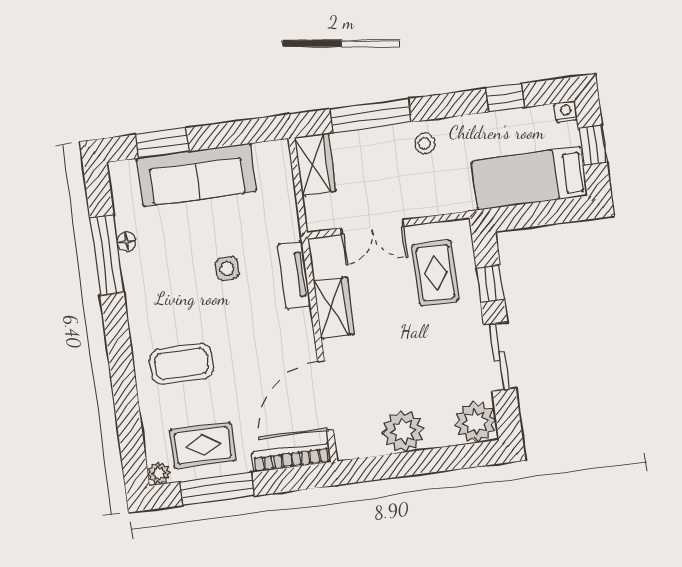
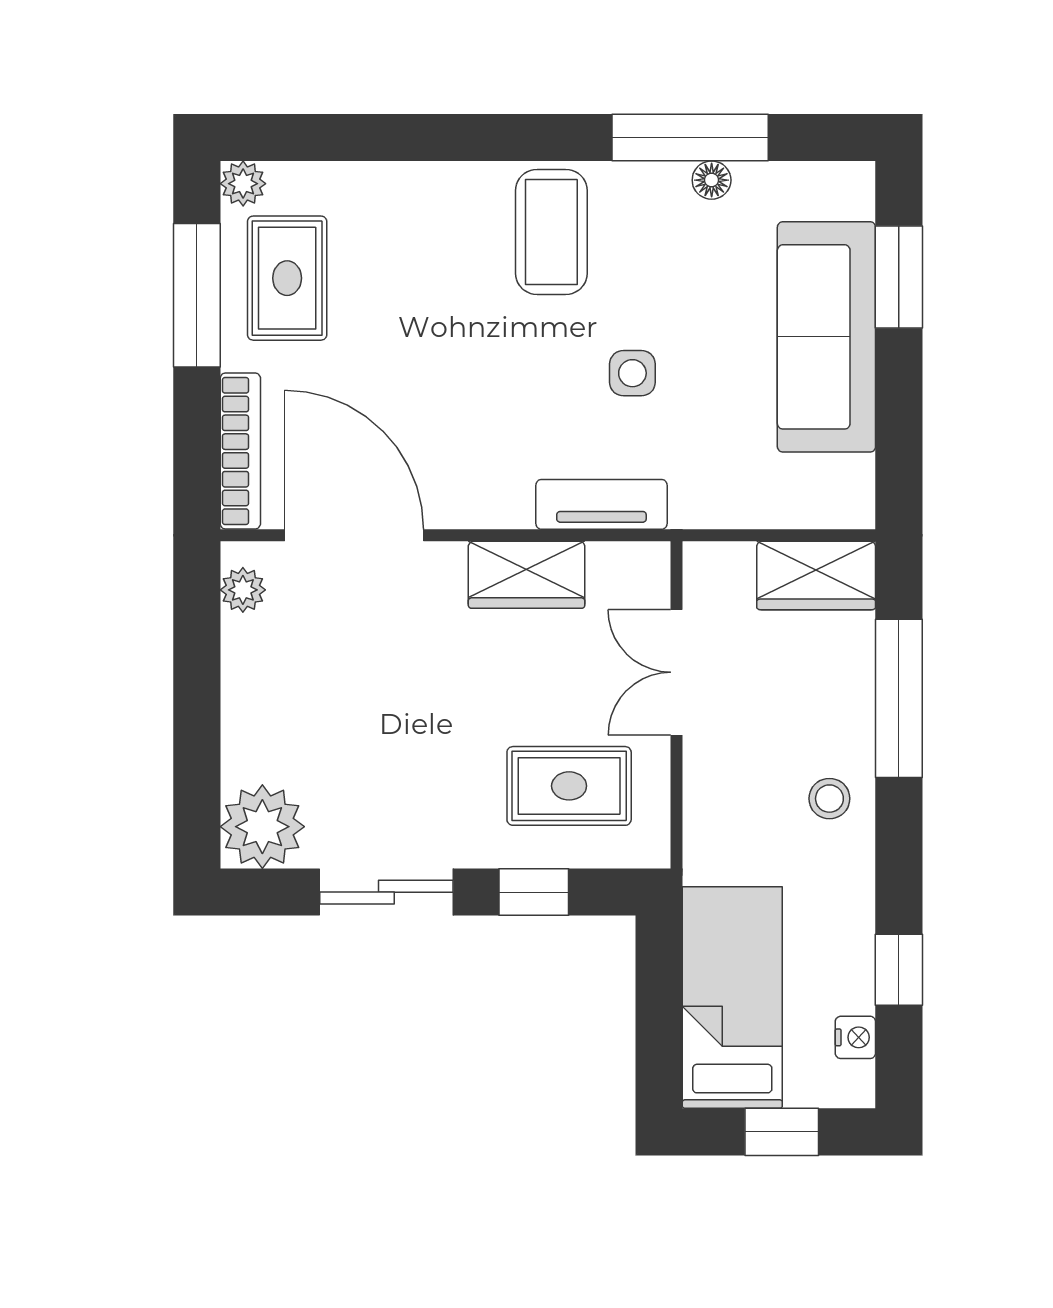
nightstand: (566, 112) -> (855, 1037), moved
coffee table: (182, 364) -> (551, 232), moved
plant: (403, 431) -> (243, 590), moved, width x0.53, depth x0.53

